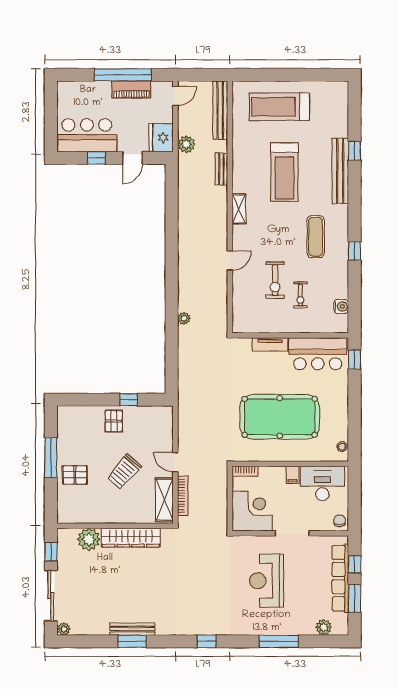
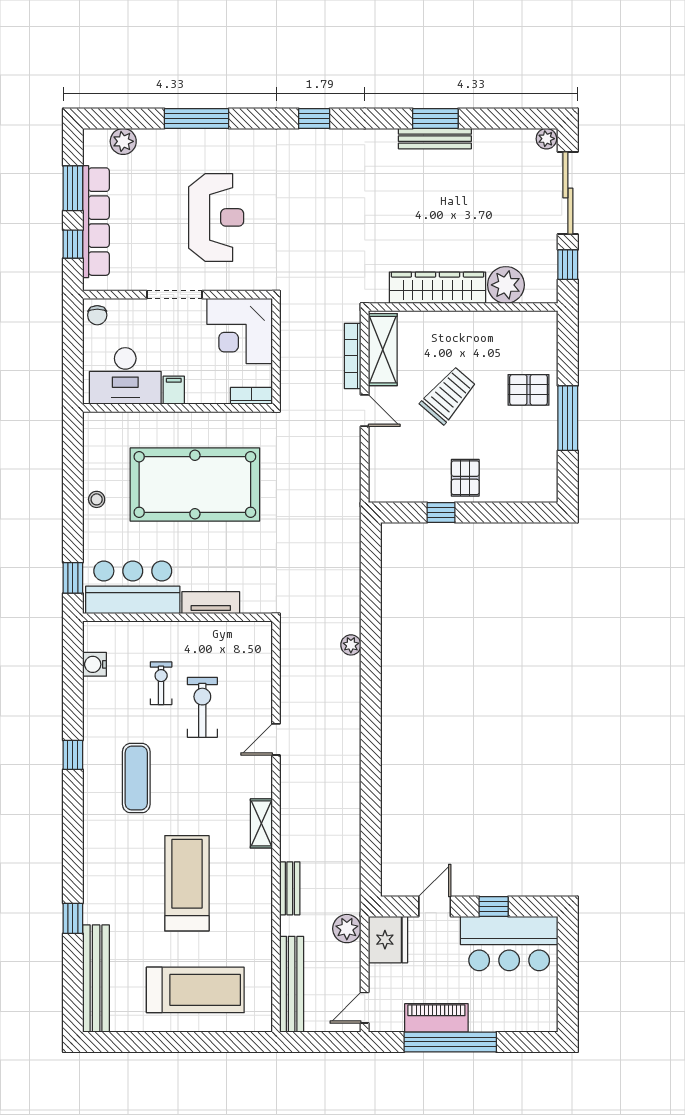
bench: (340, 171) -> (96, 979), moved
stool: (342, 447) -> (97, 499), moved

